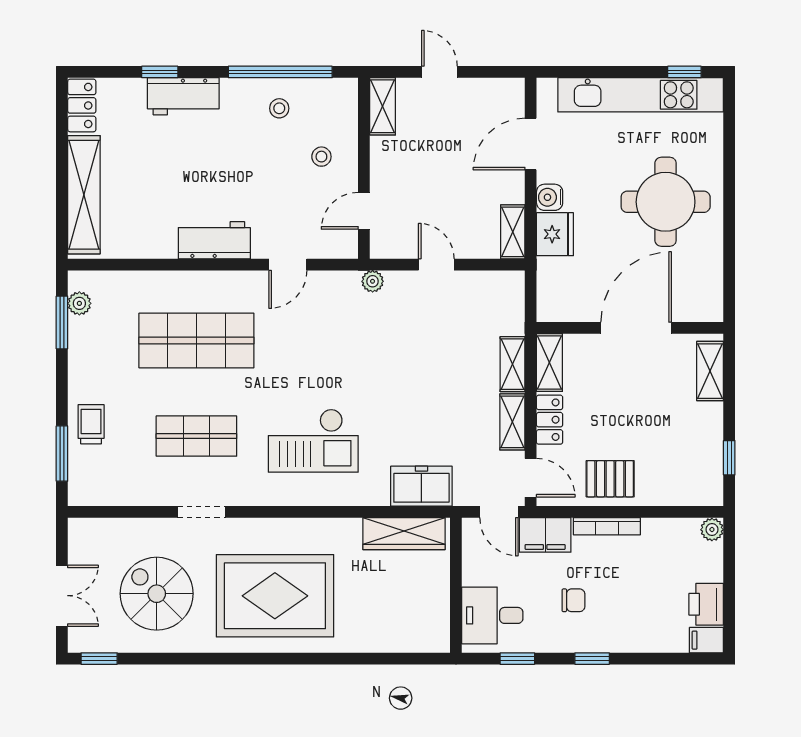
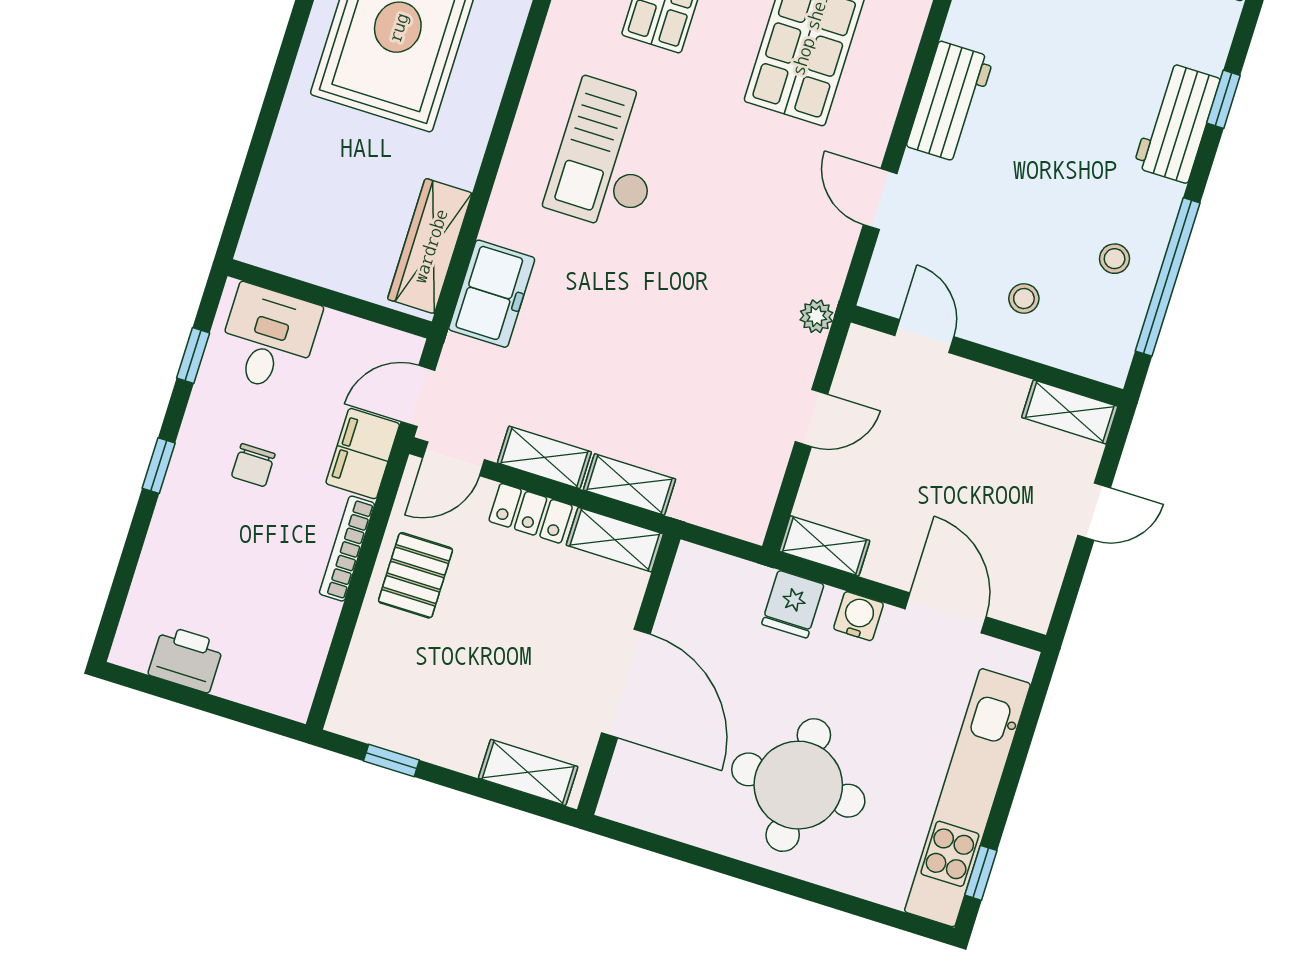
fridge: (555, 234) -> (793, 604), width x0.72
plant: (712, 530) -> (294, 702), removed
filing cabinet: (706, 640) -> (133, 643), removed

